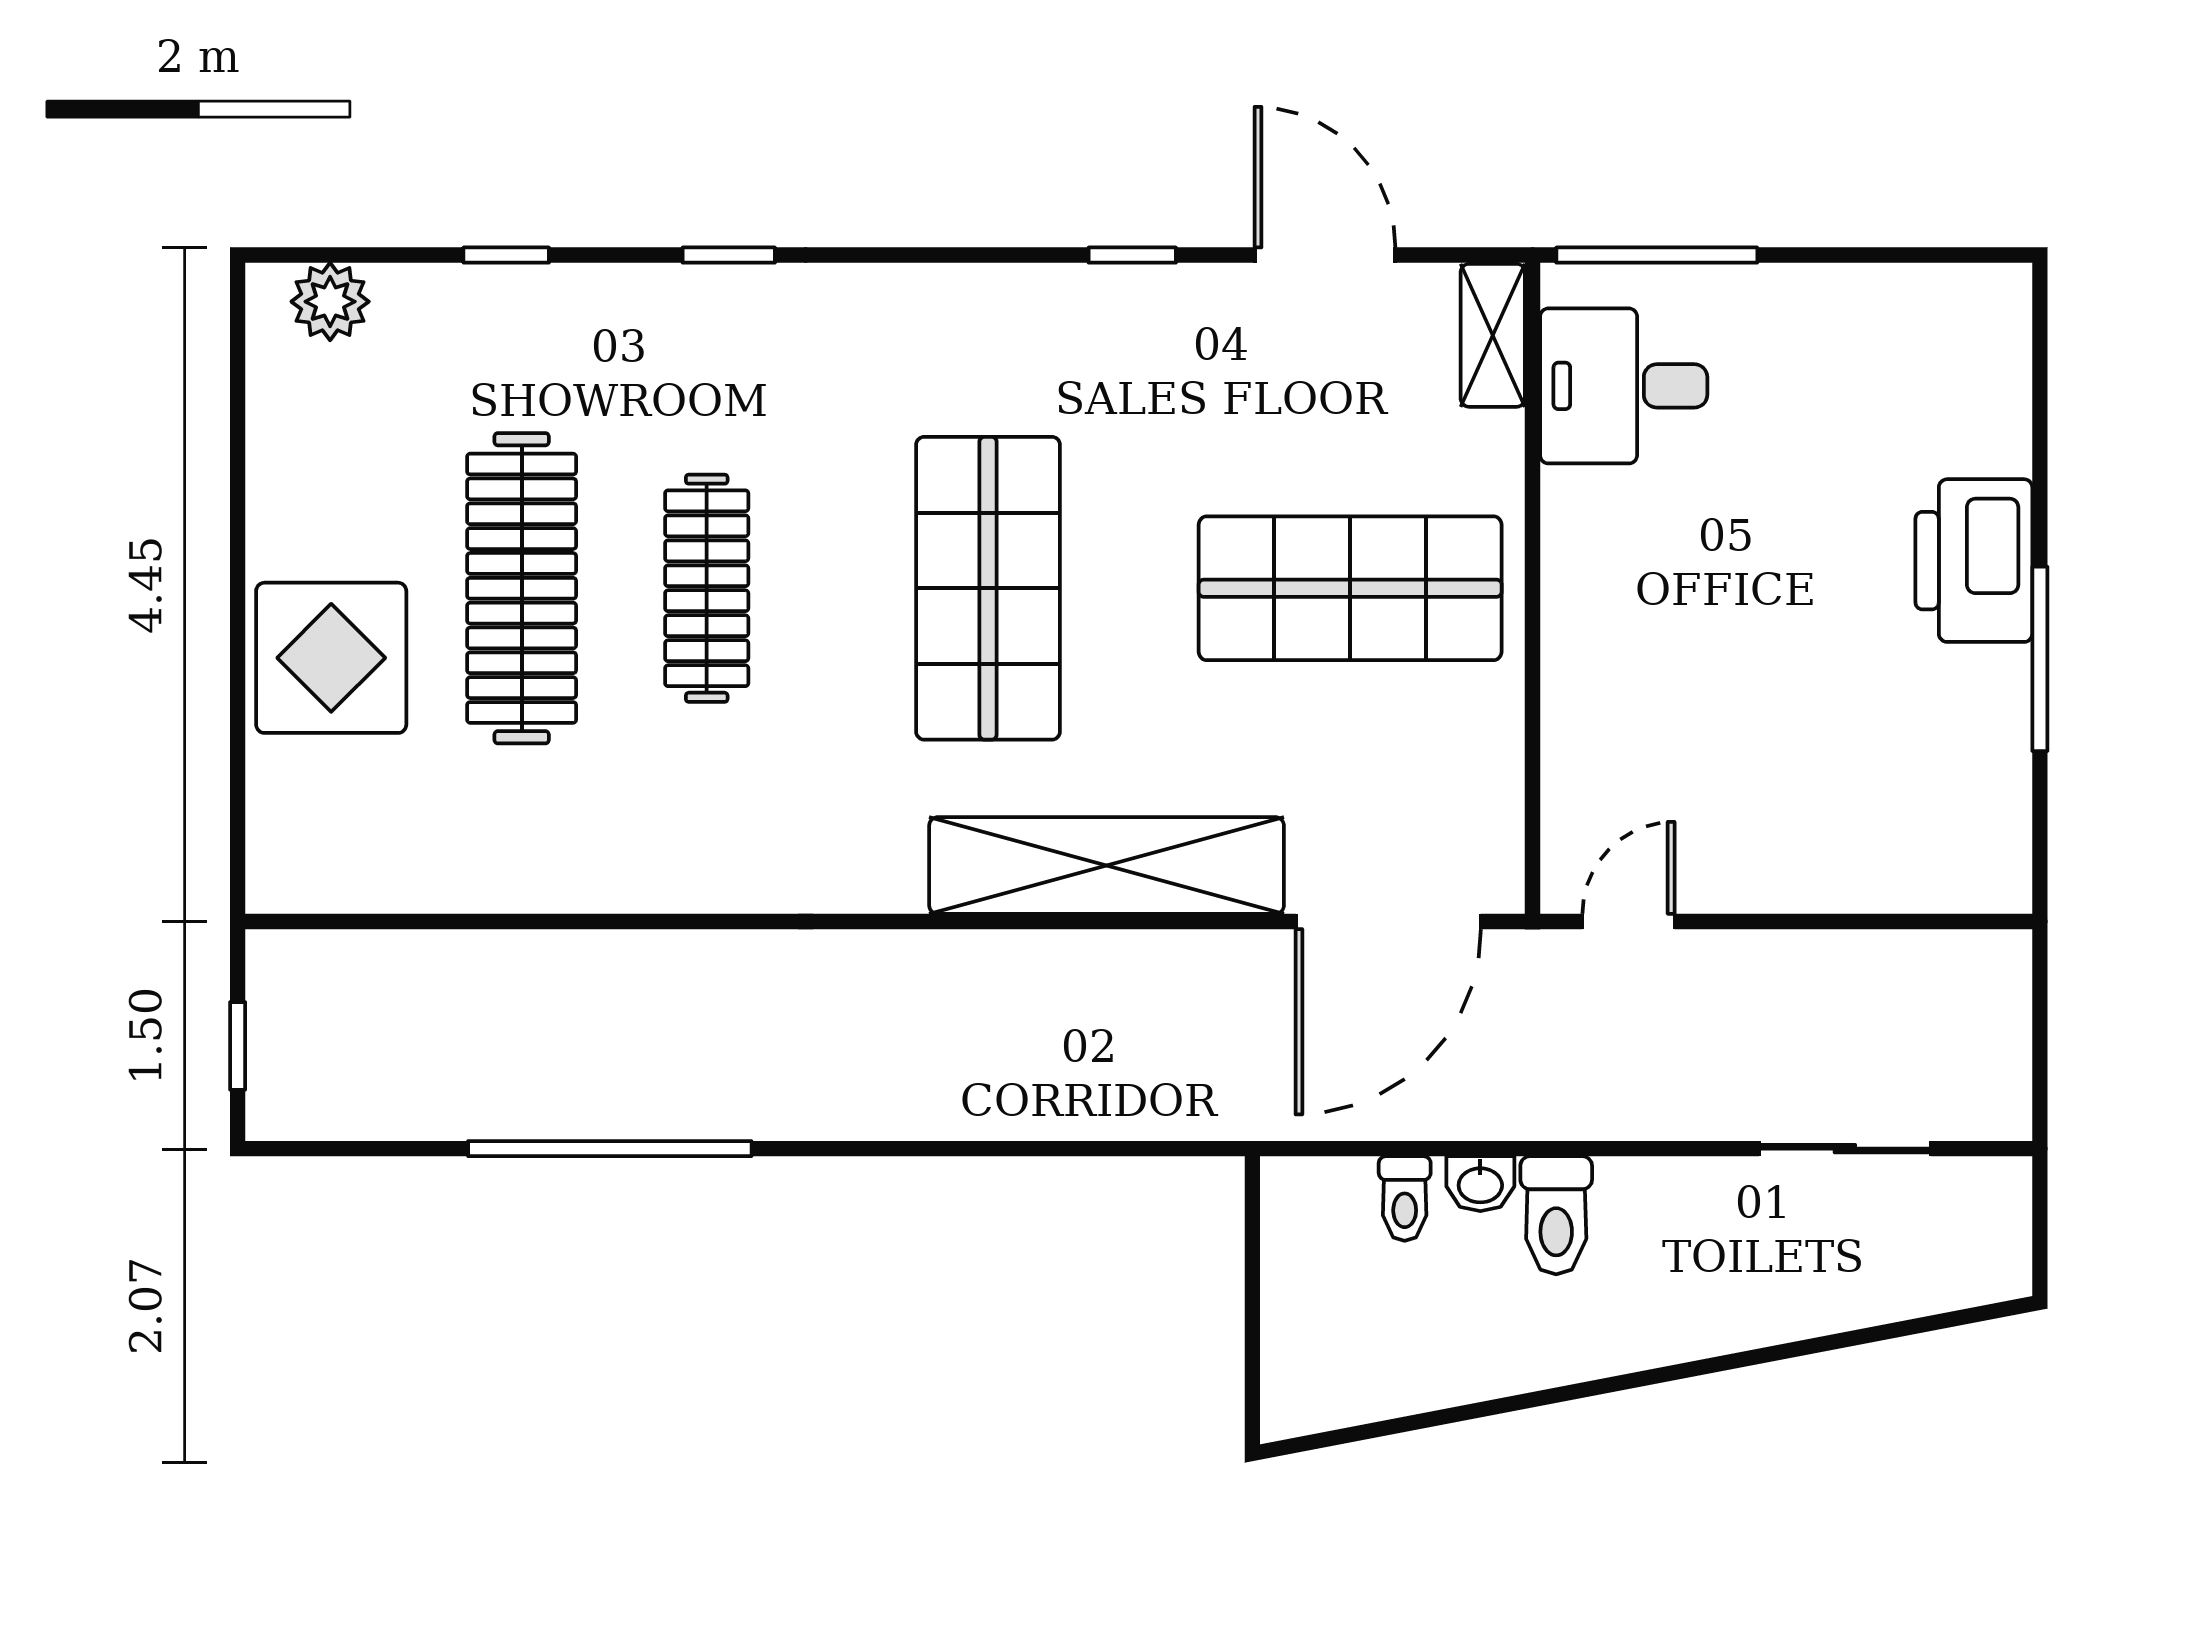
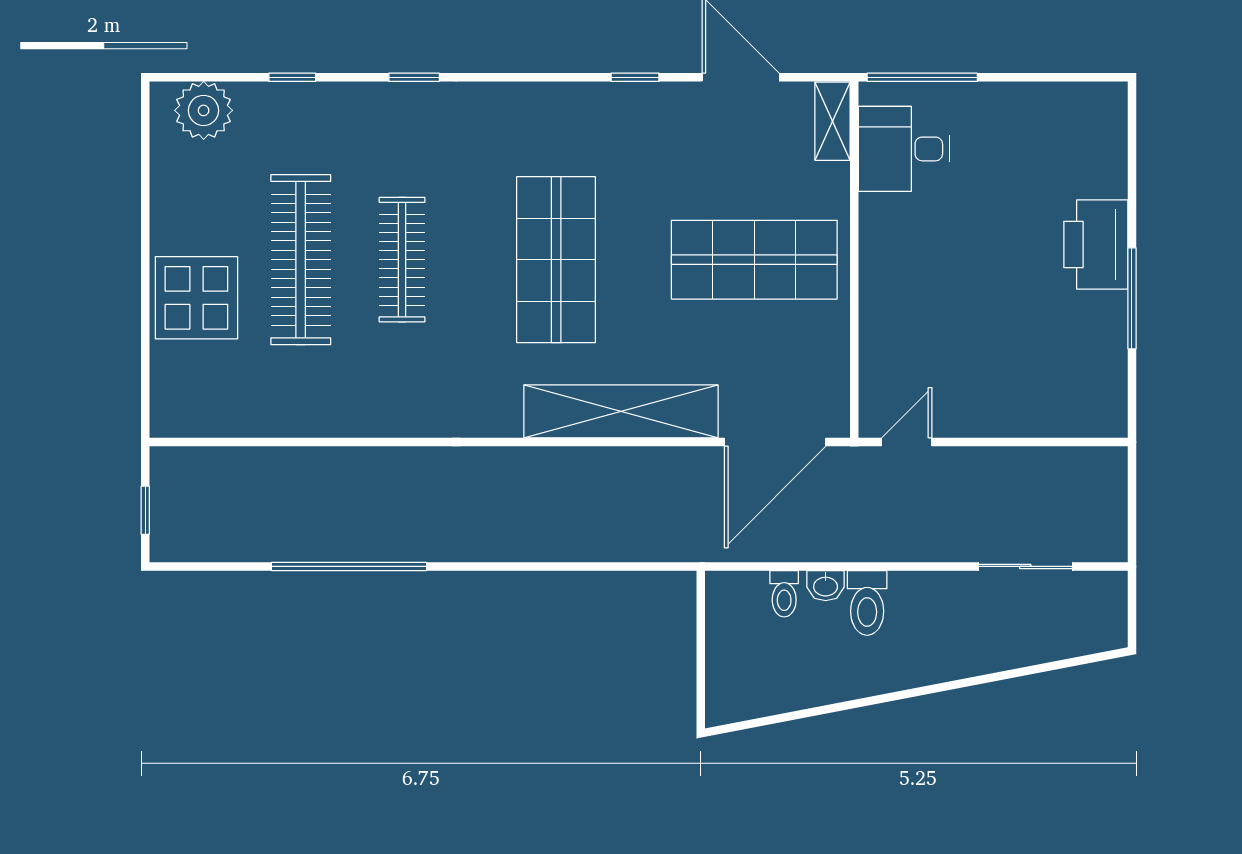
plant: (330, 302) -> (204, 110), width x1.36, depth x1.36

